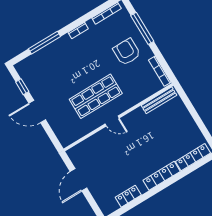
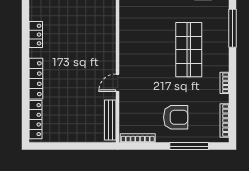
window: (44, 43) -> (232, 28), moved
shop shelf: (96, 96) -> (189, 50), moved
door: (112, 121) -> (118, 83), moved

